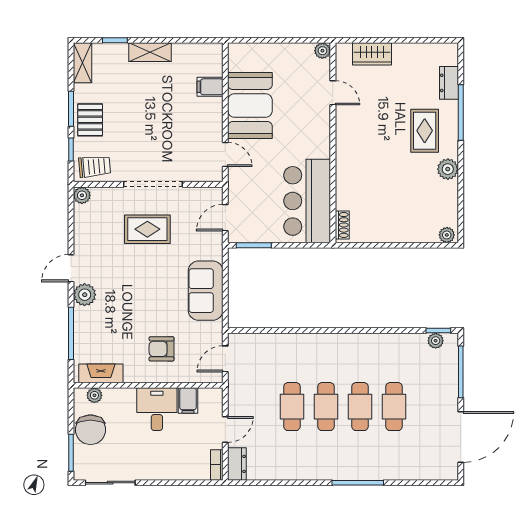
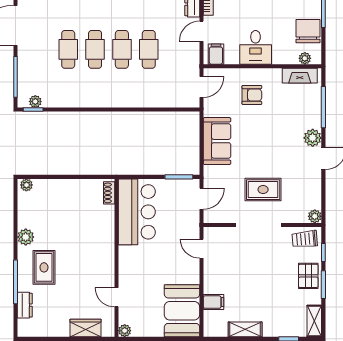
shelving: (150, 52) -> (245, 329), moved
booth: (250, 105) -> (182, 311), moved
filing cabinet: (188, 401) -> (216, 54), moved

